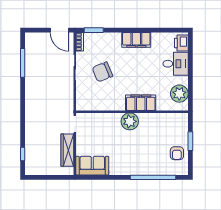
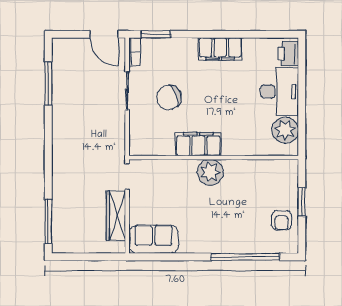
desk: (176, 64) -> (279, 92), width x1.37
filing cabinet: (141, 103) -> (198, 144), moved
window: (23, 154) -> (48, 222), width x2.17

